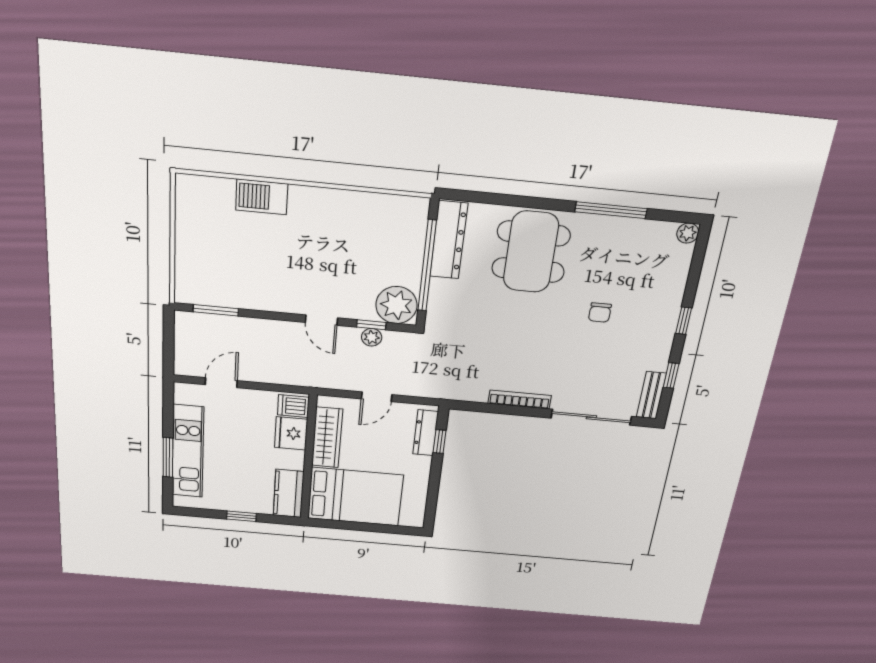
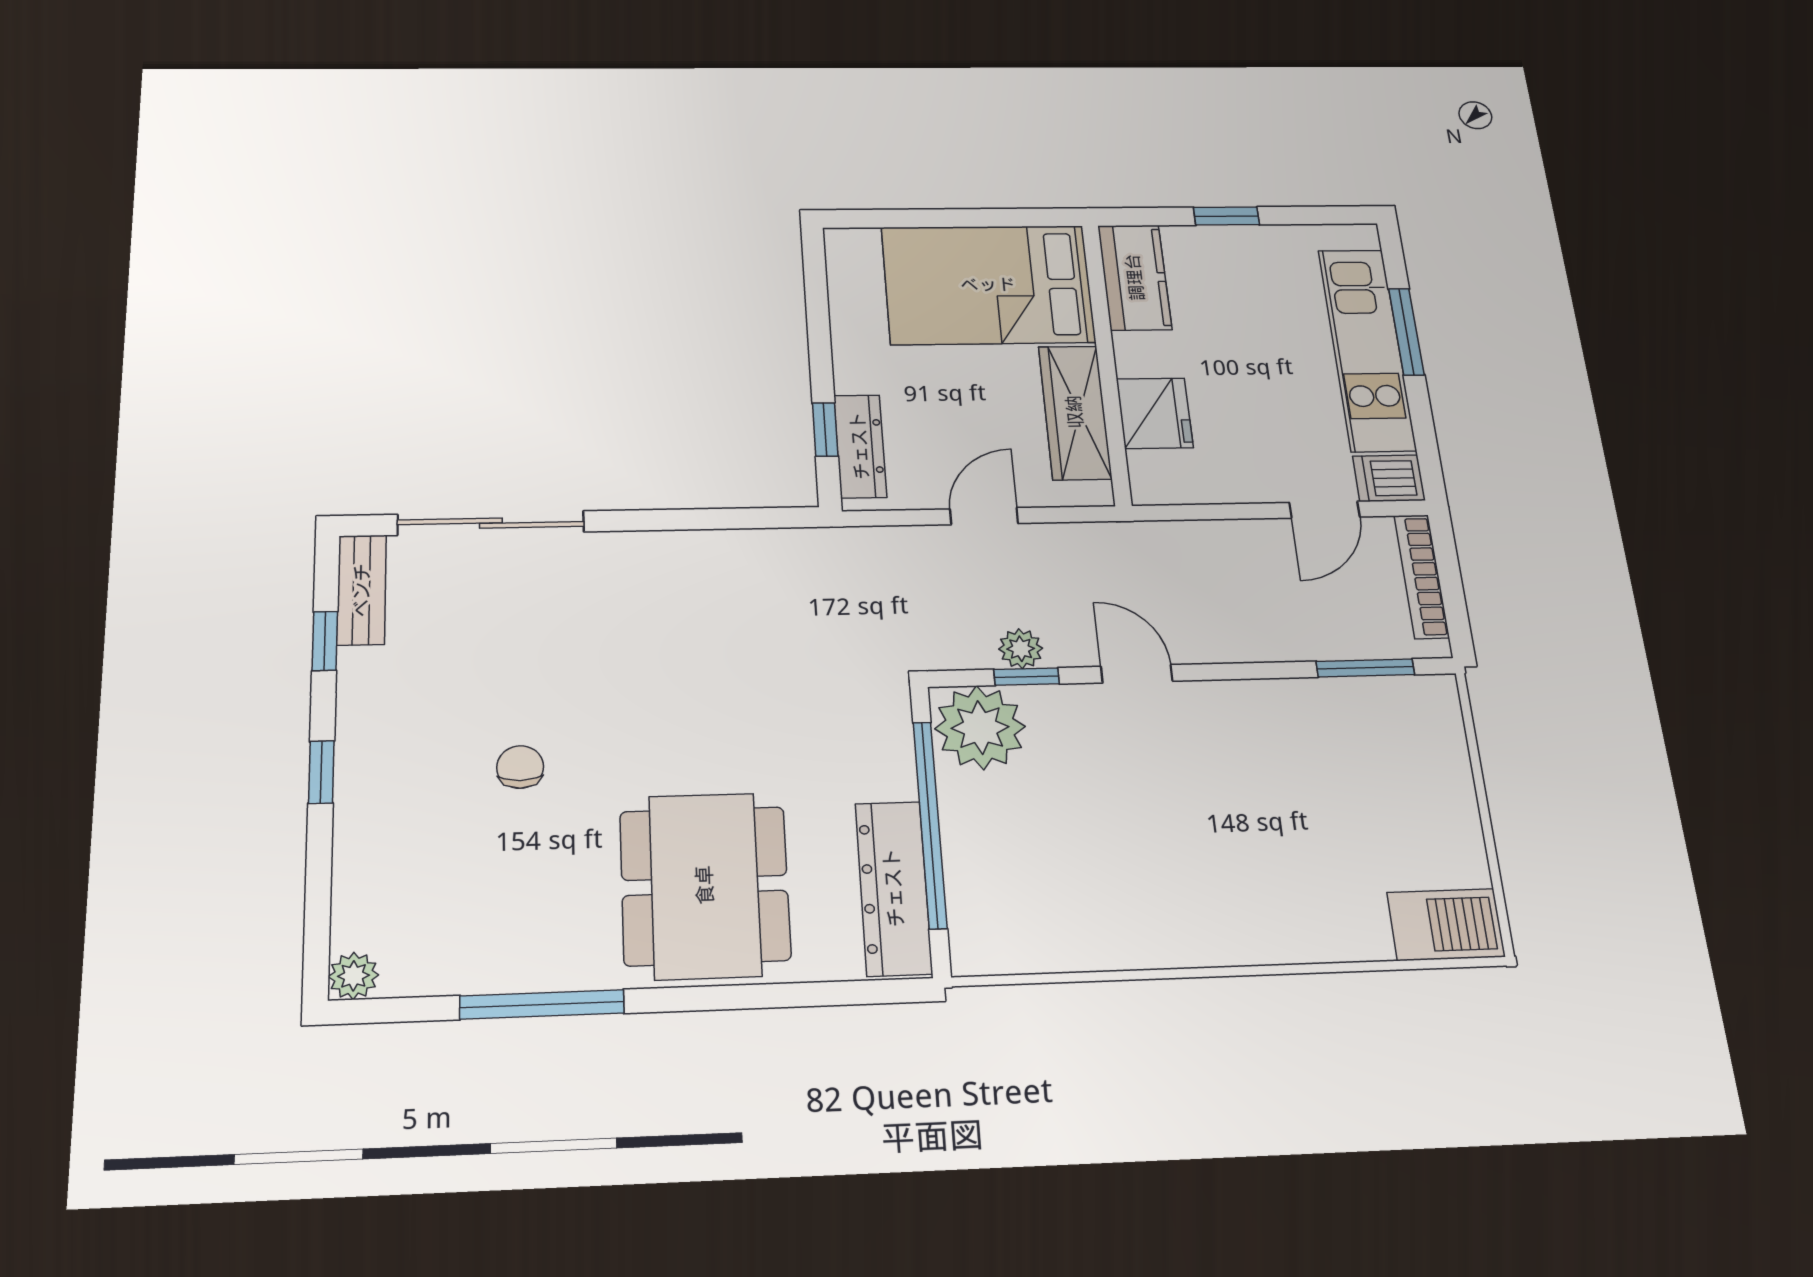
barbecue: (262, 197) -> (1446, 925), moved
bookcase: (520, 399) -> (1422, 576), moved, turned 90
dishwasher: (293, 406) -> (1389, 478), moved, turned 180

